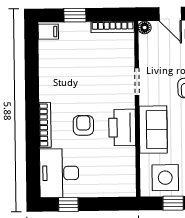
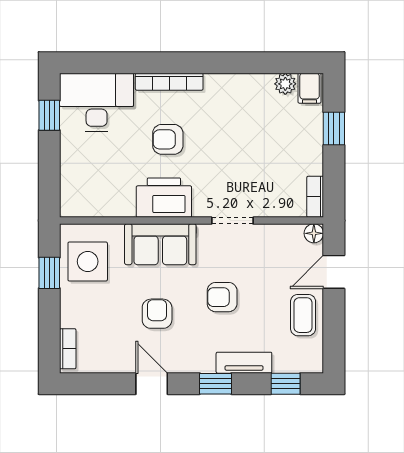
bookcase: (113, 27) -> (315, 197), width x0.64
plant: (46, 48) -> (285, 84), added
armchair: (83, 125) -> (168, 139), turned 180

